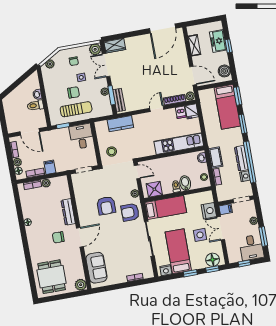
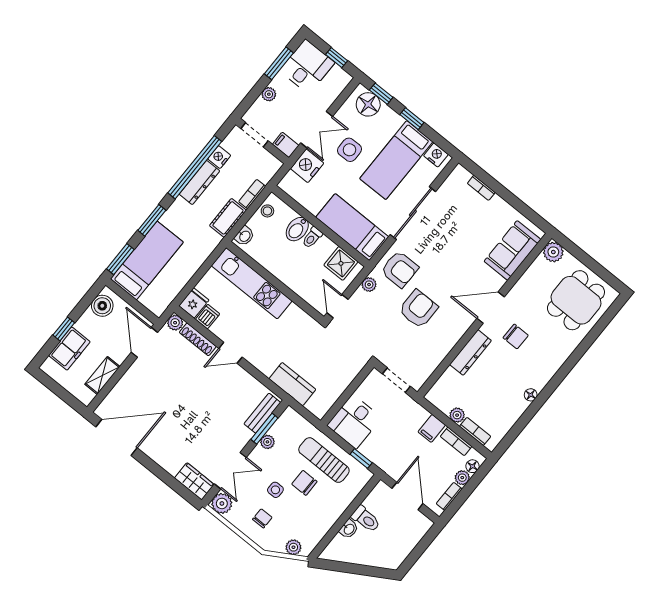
stool: (112, 152) -> (340, 364), removed

